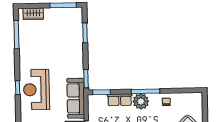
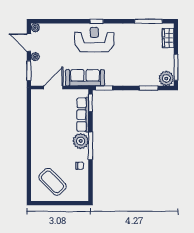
plant: (75, 15) -> (166, 78), added
row of seats: (120, 100) -> (83, 115), width x1.48

